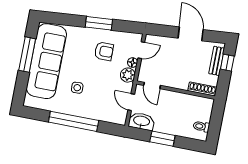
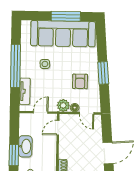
tv unit: (104, 116) -> (25, 91), added
washbasin: (141, 121) -> (25, 146), moved
window: (162, 139) -> (14, 155), moved

